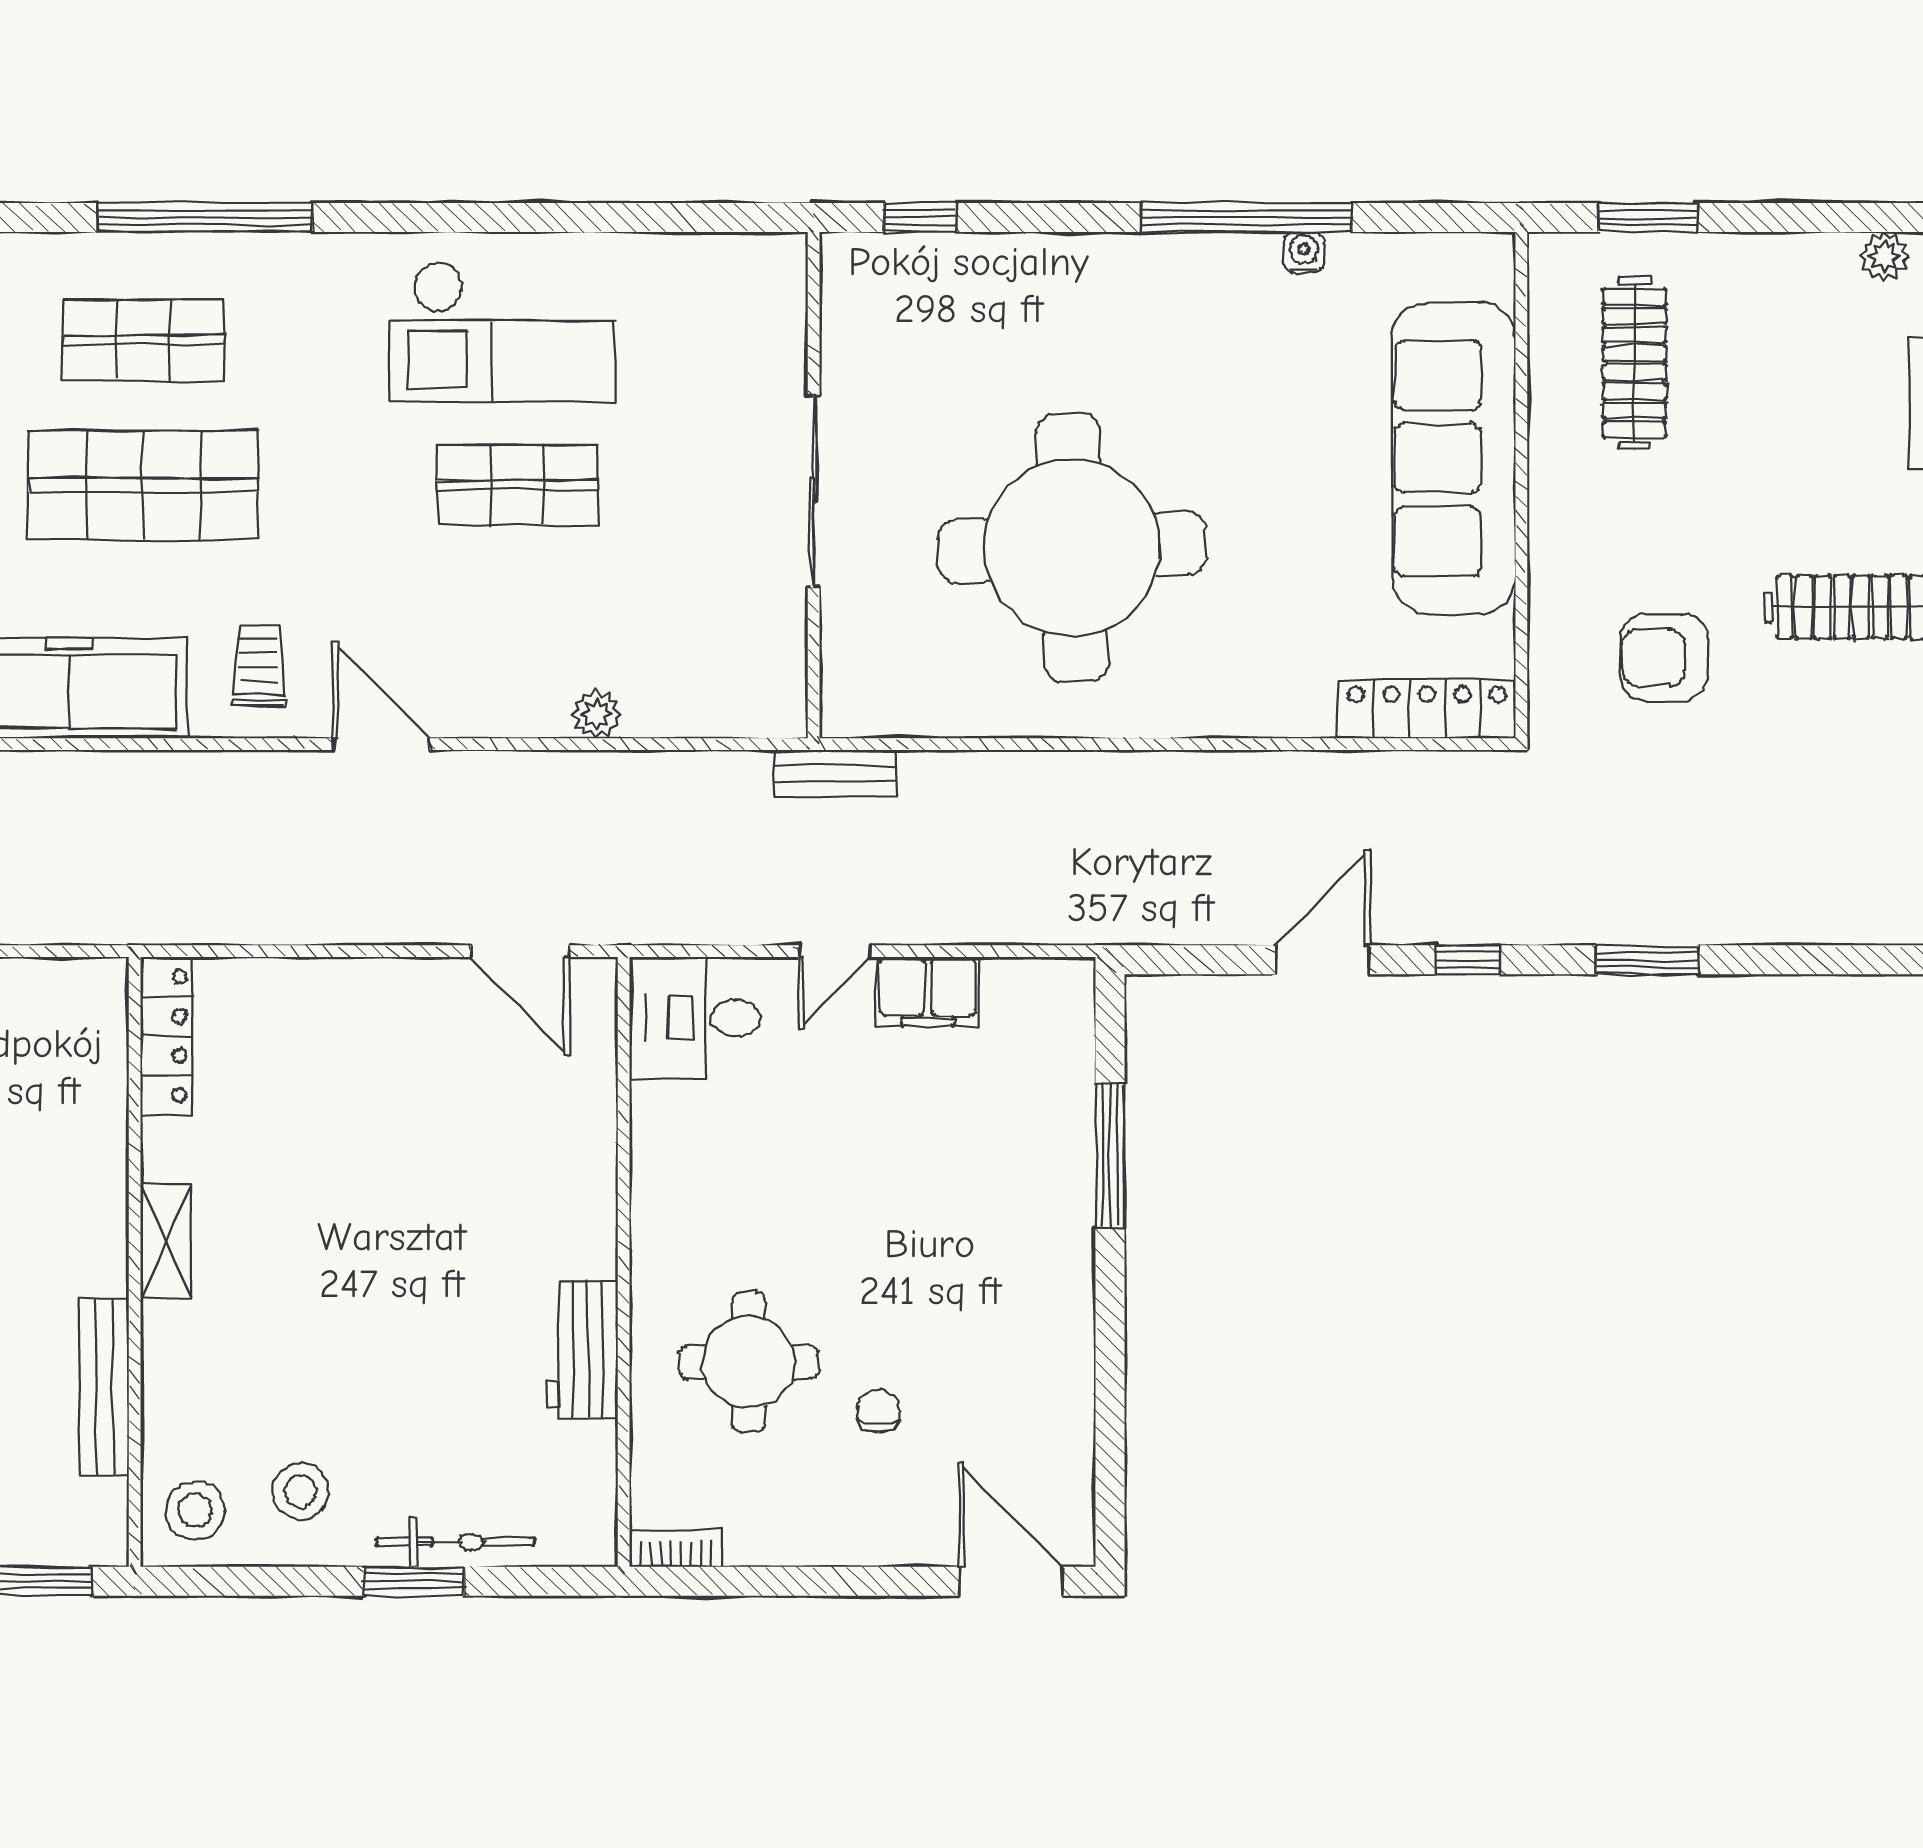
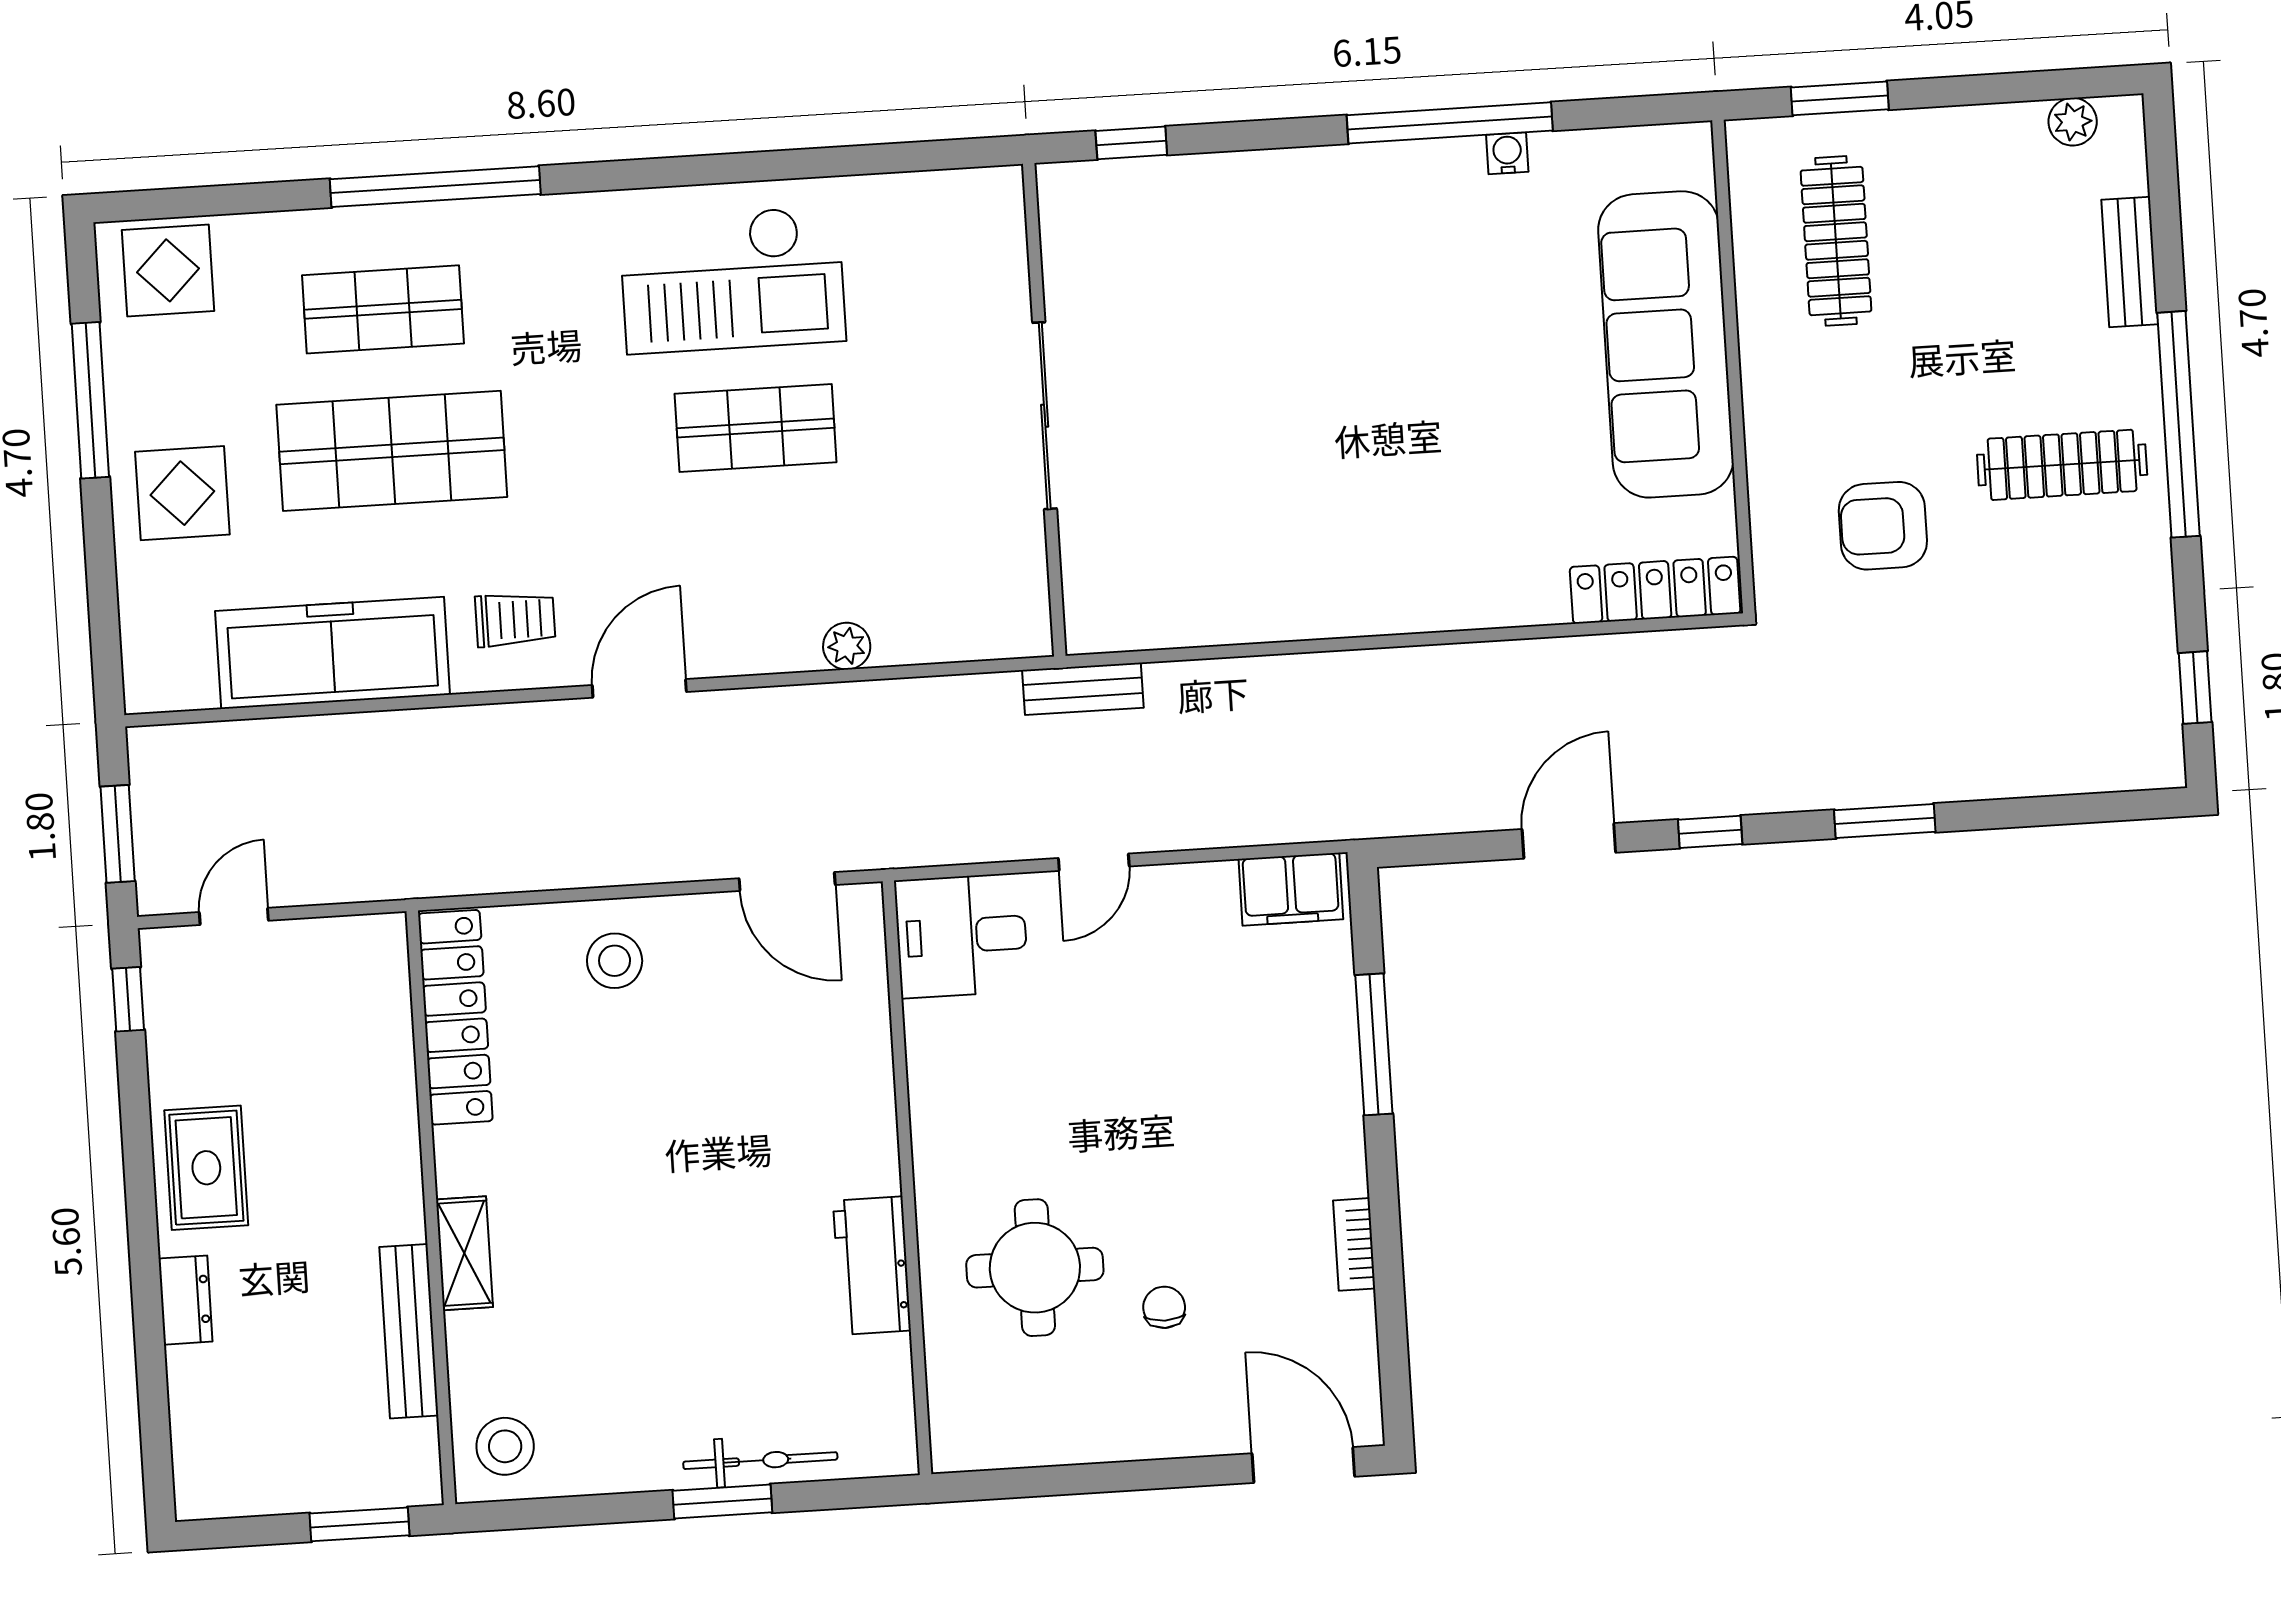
round table: (1072, 547) -> (1300, 455), removed
trolley: (259, 666) -> (515, 620), turned 90
door: (381, 744) -> (639, 688), hinge flipped
filing cabinet: (928, 991) -> (1291, 889), moved
locker: (166, 1036) -> (455, 1017), width x1.41, depth x1.21
shelving: (166, 1242) -> (464, 1253), moved
stool: (300, 1491) -> (615, 961), moved
bookcase: (676, 1548) -> (1354, 1244), moved, turned -90

